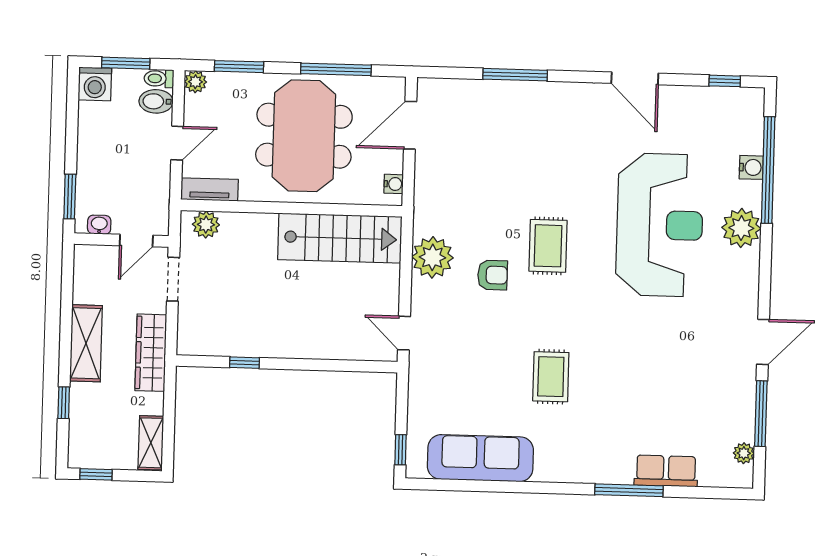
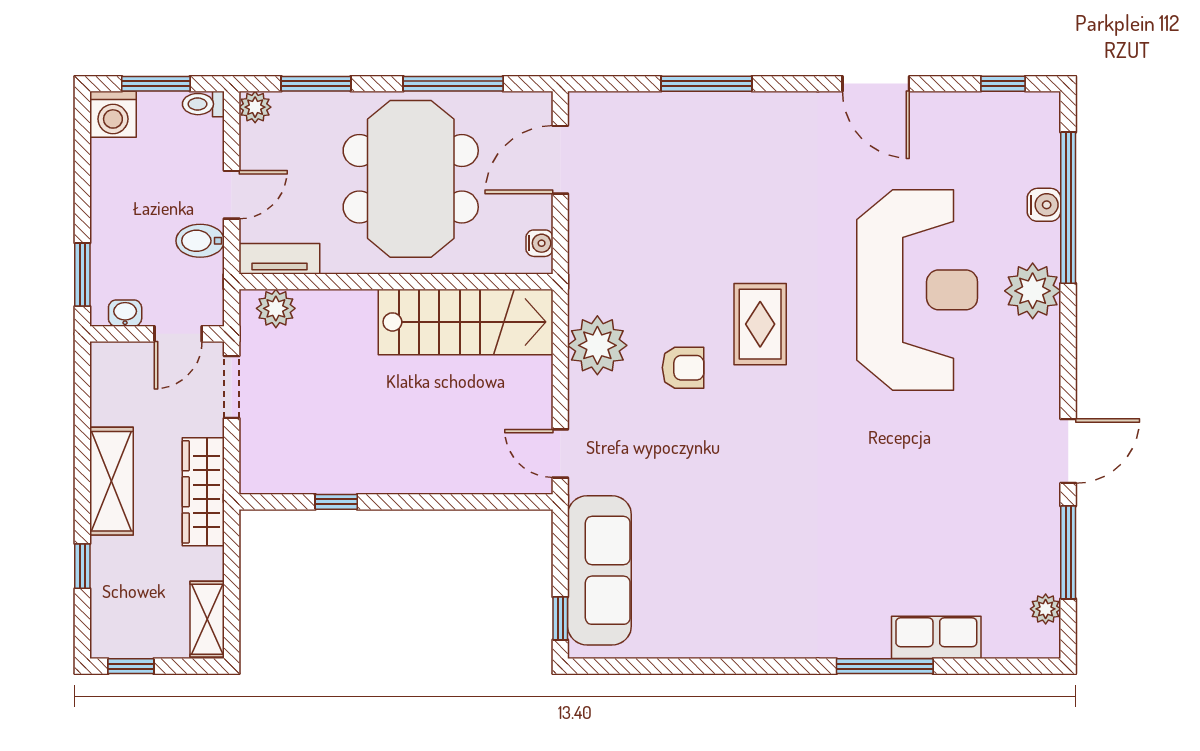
bidet: (156, 101) -> (200, 241), moved
rug: (551, 377) -> (770, 509), removed
sofa: (480, 458) -> (599, 570), moved, turned 90

